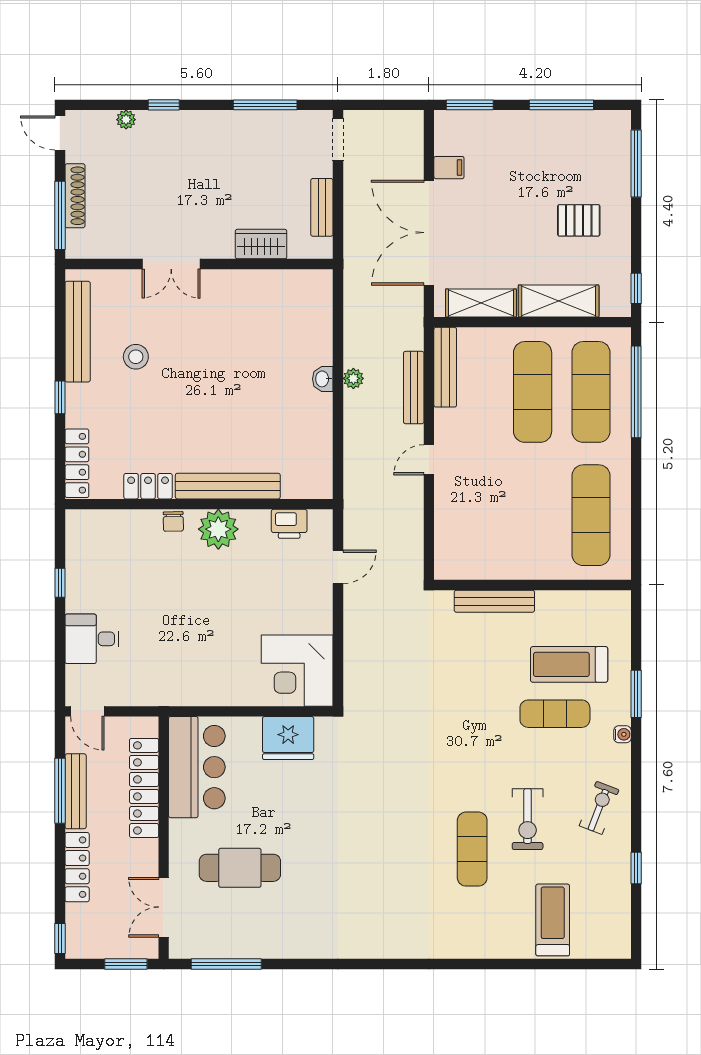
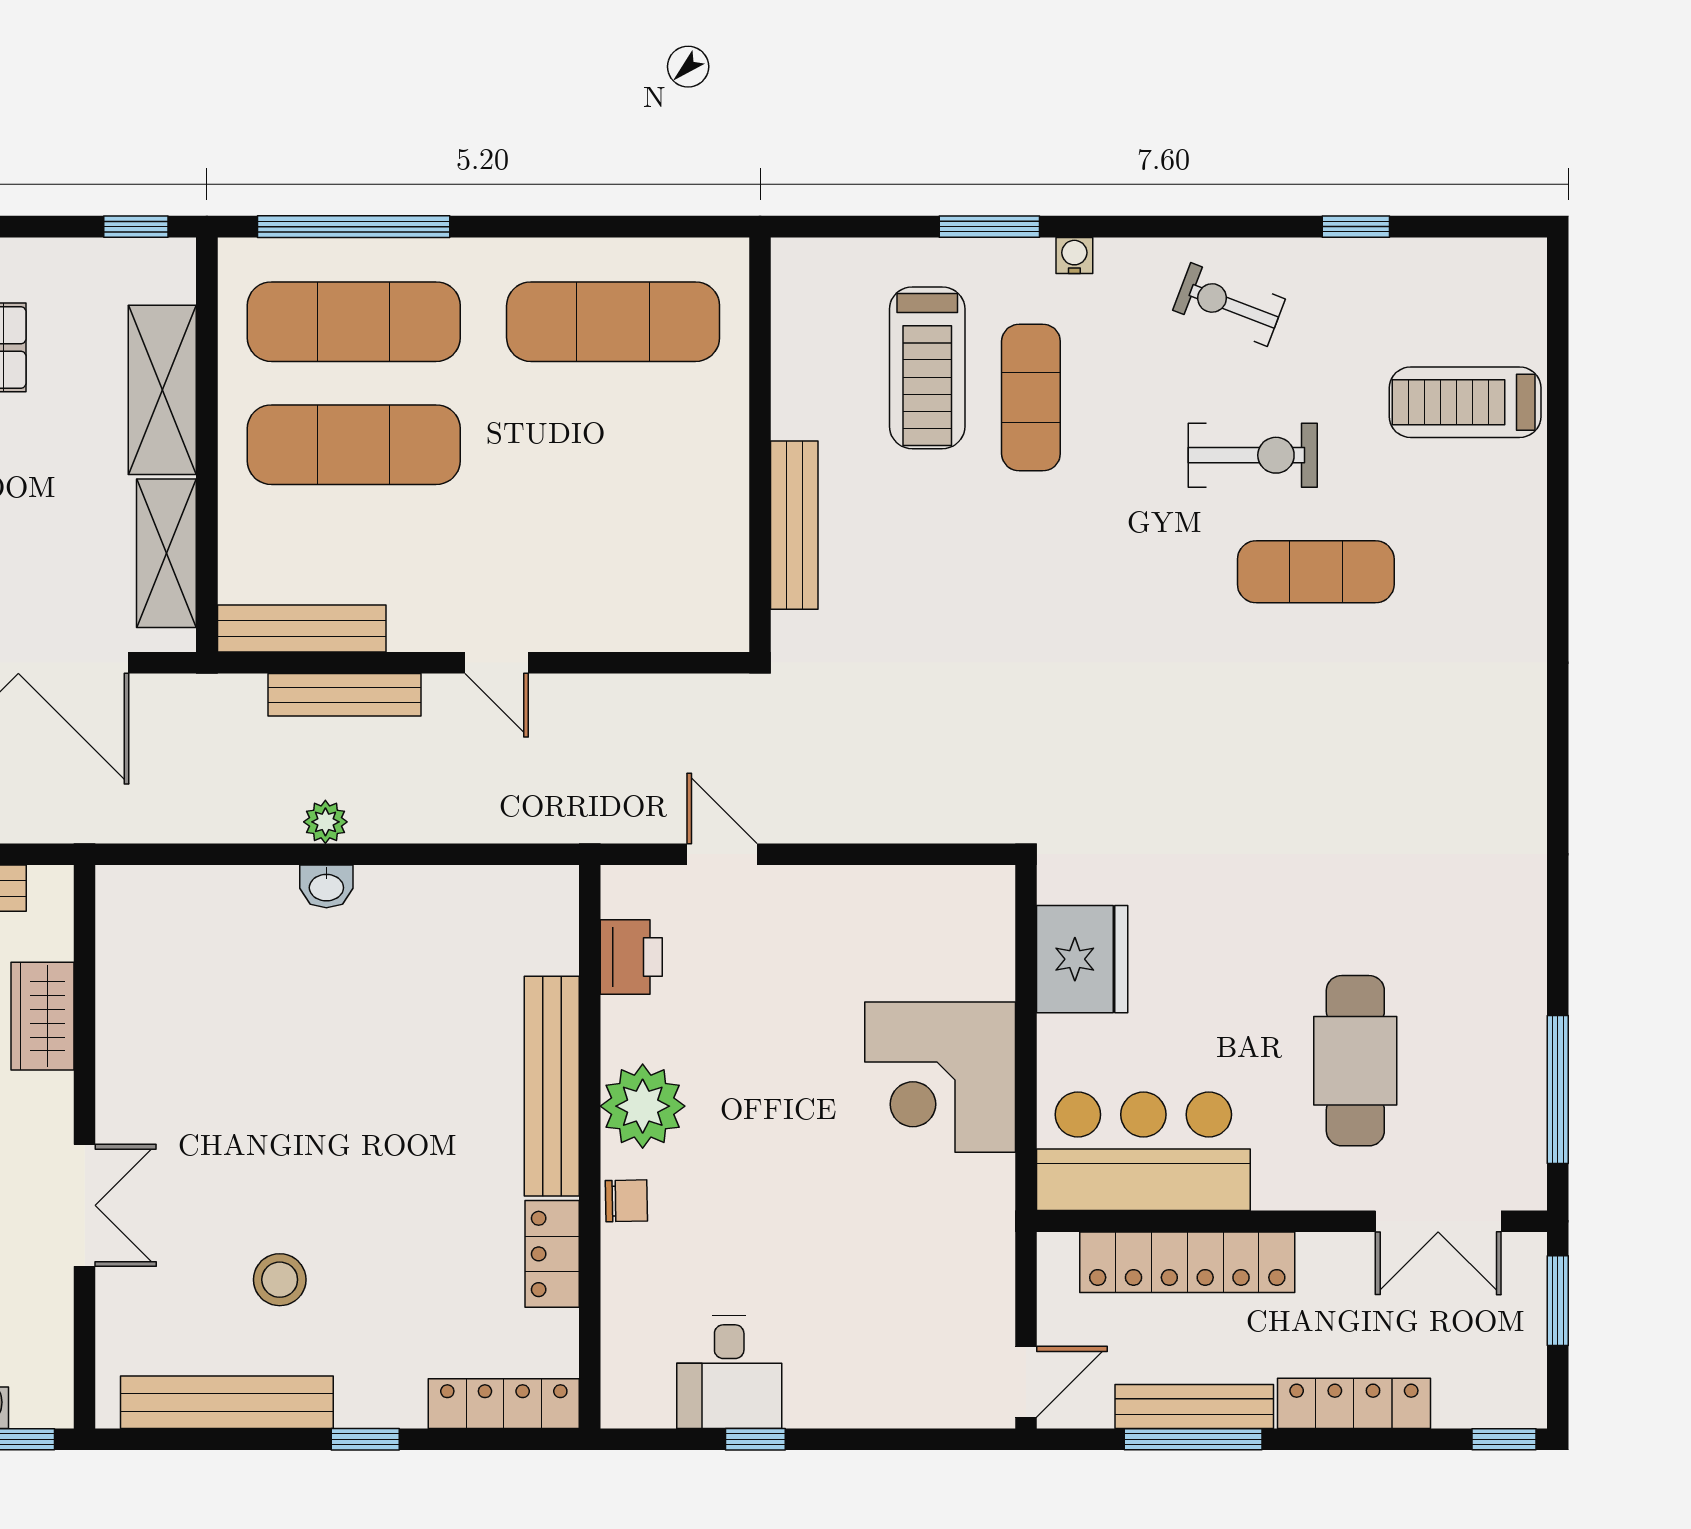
desk: (92, 639) -> (729, 1372), moved
corner desk: (297, 671) -> (940, 1077), moved, turned 90

